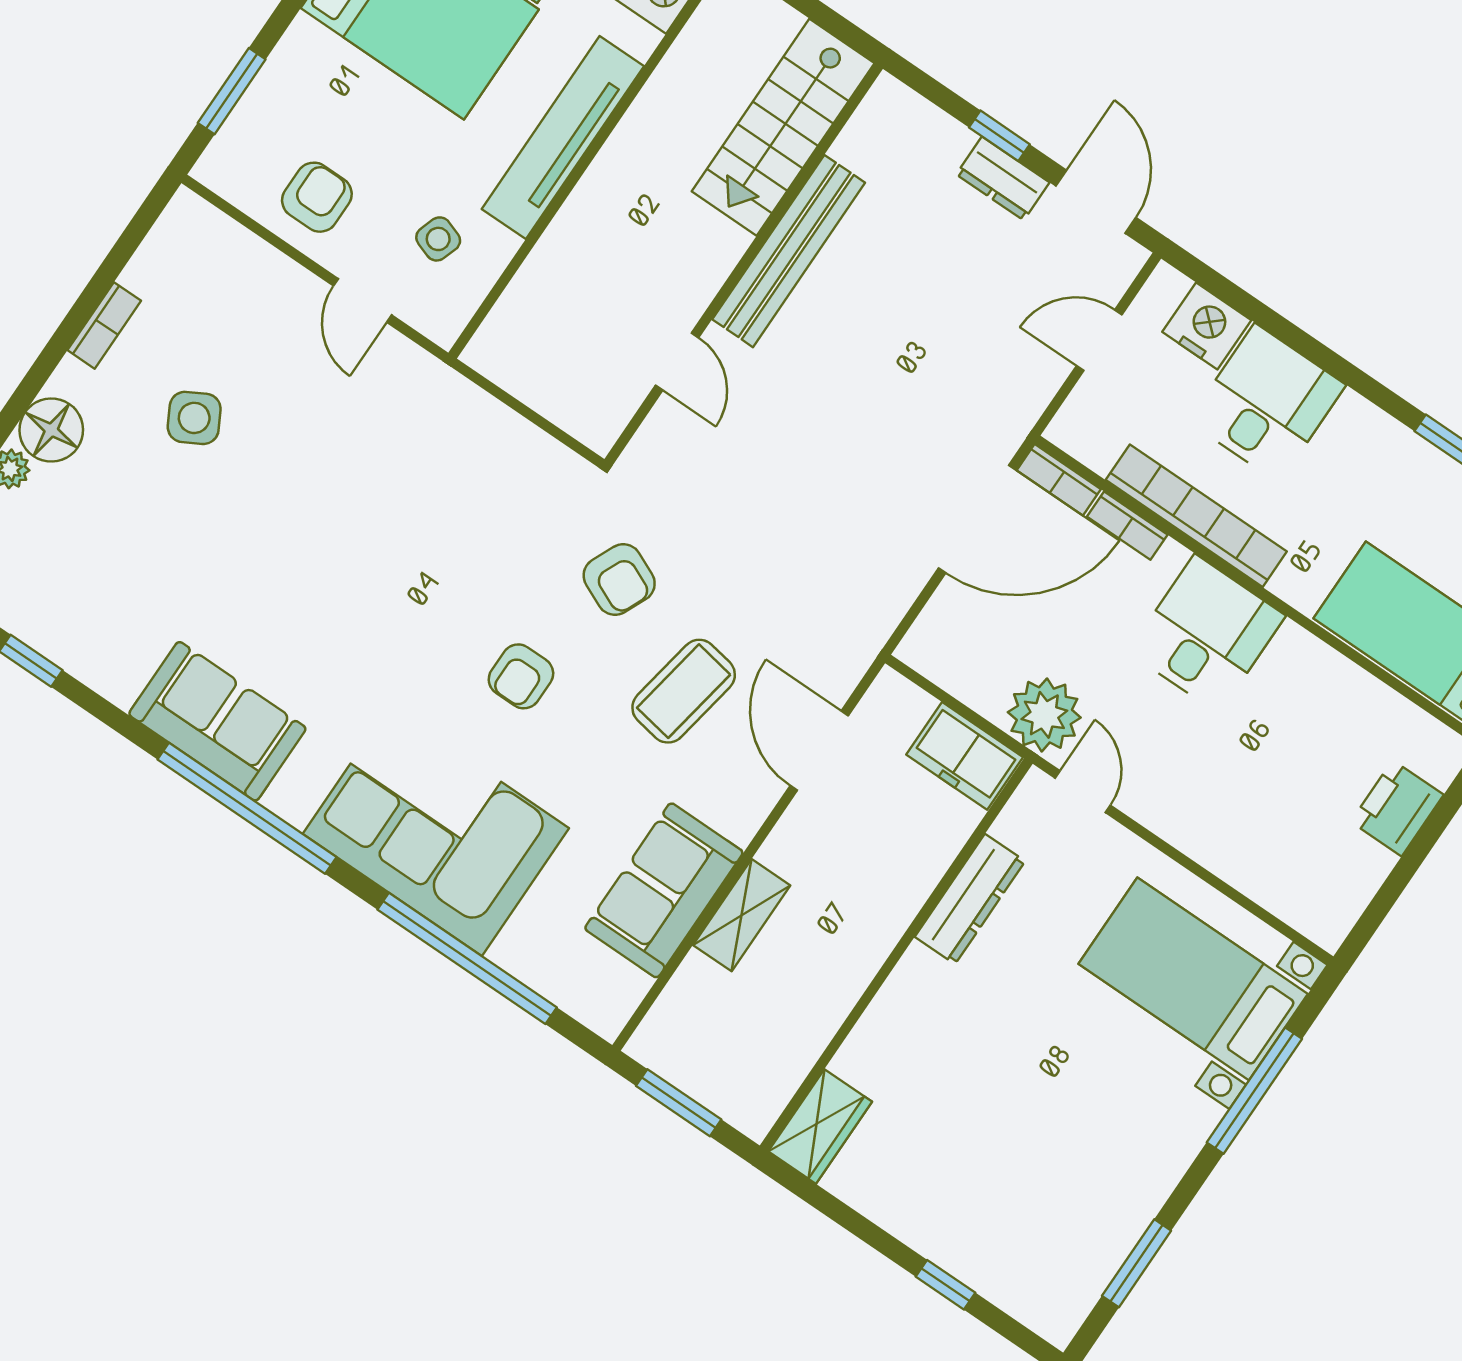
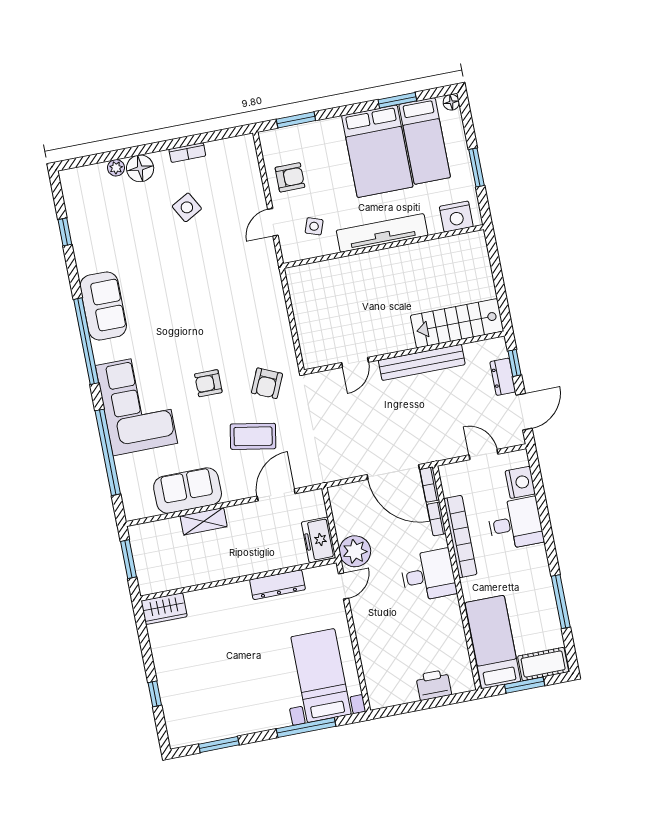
stairs: (783, 127) -> (457, 323), moved
bench: (789, 251) -> (422, 362), moved
wall: (744, 264) -> (404, 353), moved
door: (677, 362) -> (355, 362), moved

